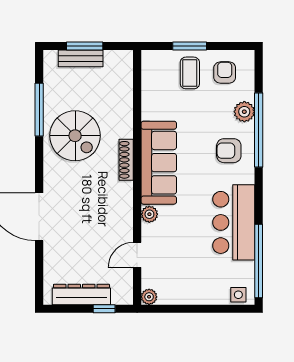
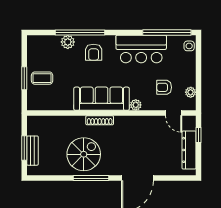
armchair: (225, 73) -> (164, 87), moved
window: (39, 110) -> (91, 178), moved
door: (137, 255) -> (174, 113), moved
plant: (149, 297) -> (191, 92), moved

